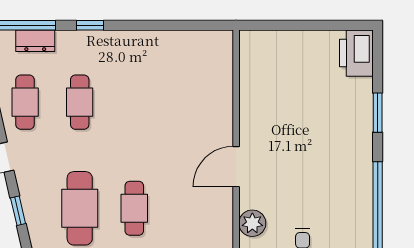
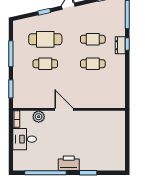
dresser: (35, 41) -> (120, 45), moved
printer: (356, 53) -> (69, 163), moved
cafe table: (25, 102) -> (93, 64), moved

